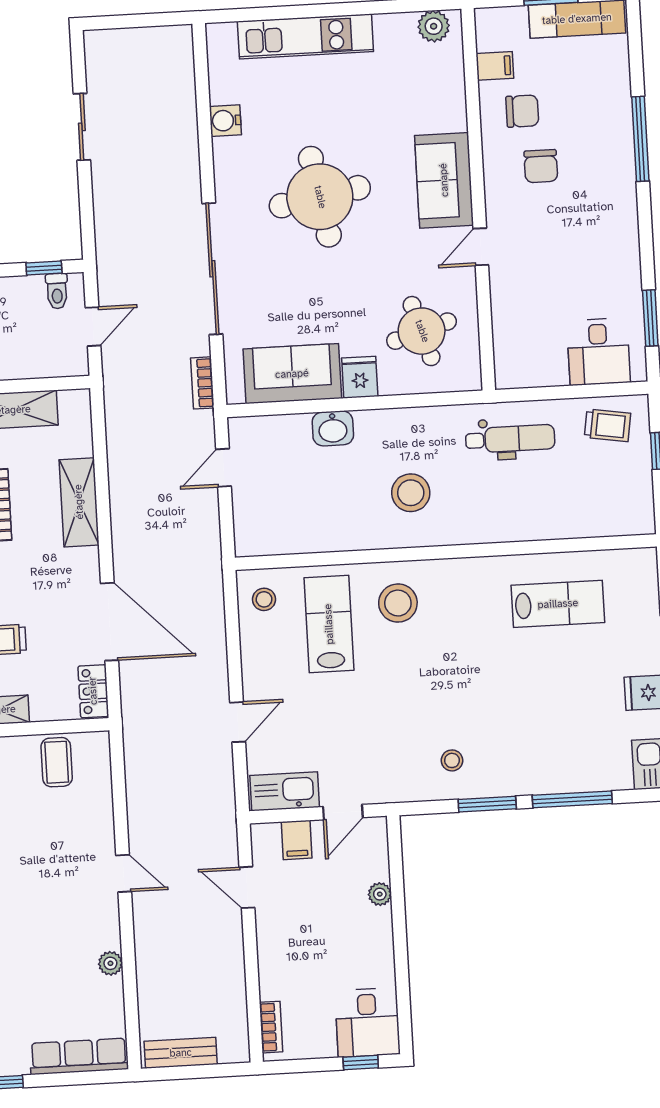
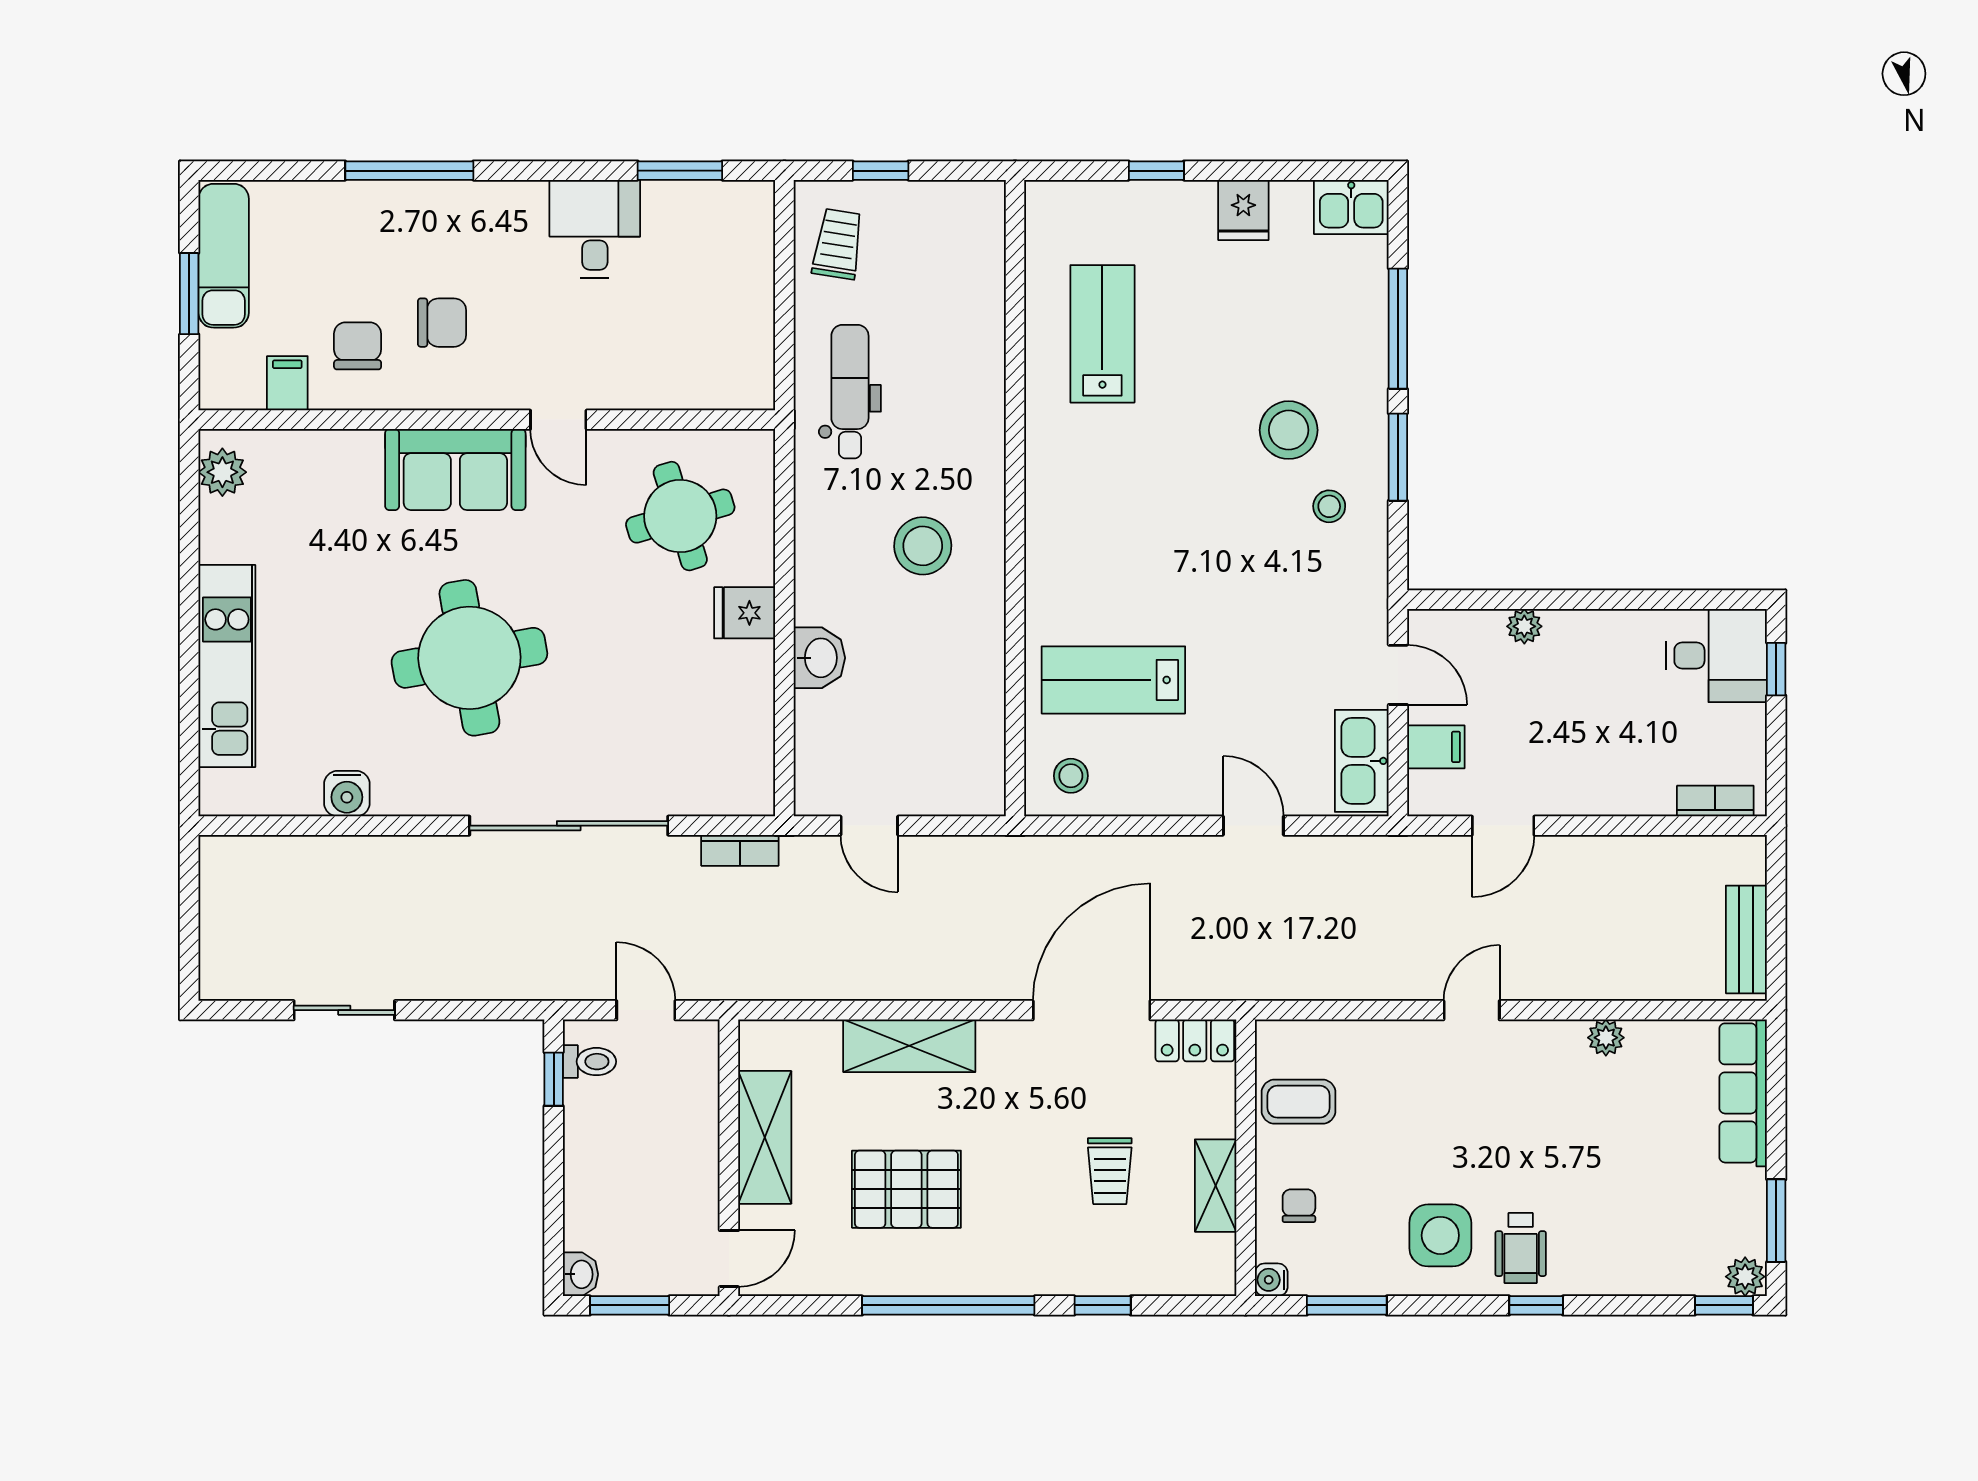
desk: (599, 352) -> (595, 229), moved, turned -90
sofa: (292, 374) -> (733, 714), removed
stool: (398, 603) -> (1289, 430), moved

